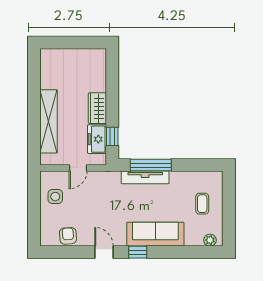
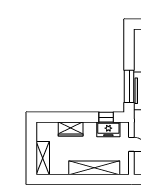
shelving: (61, 57) -> (43, 158), added
wardrobe: (97, 108) -> (71, 129), moved

